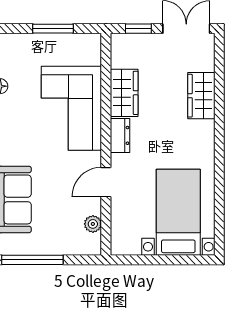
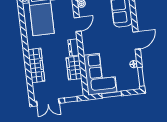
wardrobe: (201, 96) -> (36, 65), width x1.50
corner sofa: (71, 108) -> (100, 73), moved

